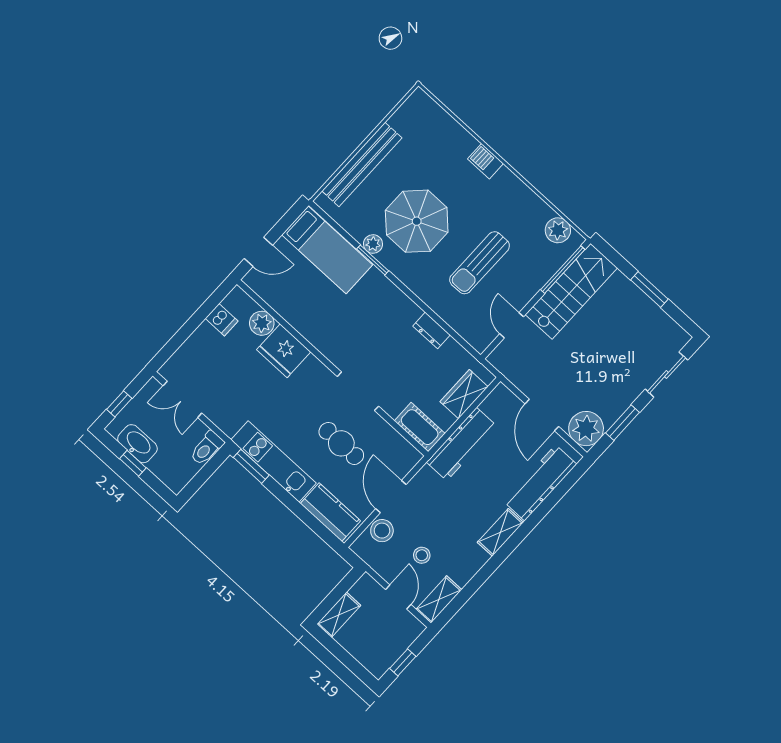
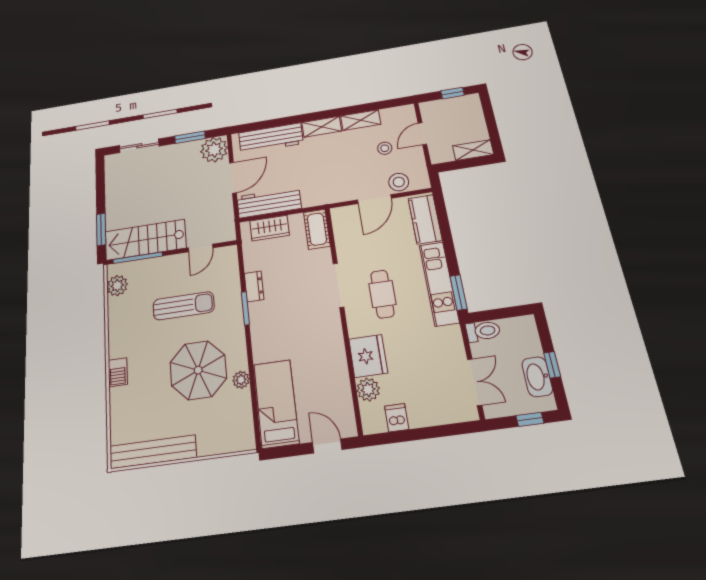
bench: (362, 164) -> (153, 452), moved
window: (373, 260) -> (245, 308), moved
window: (649, 289) -> (101, 229), moved
cafe table: (341, 443) -> (382, 294), moved
workbench: (462, 444) -> (269, 202), moved
shelving: (439, 600) -> (361, 120), moved

